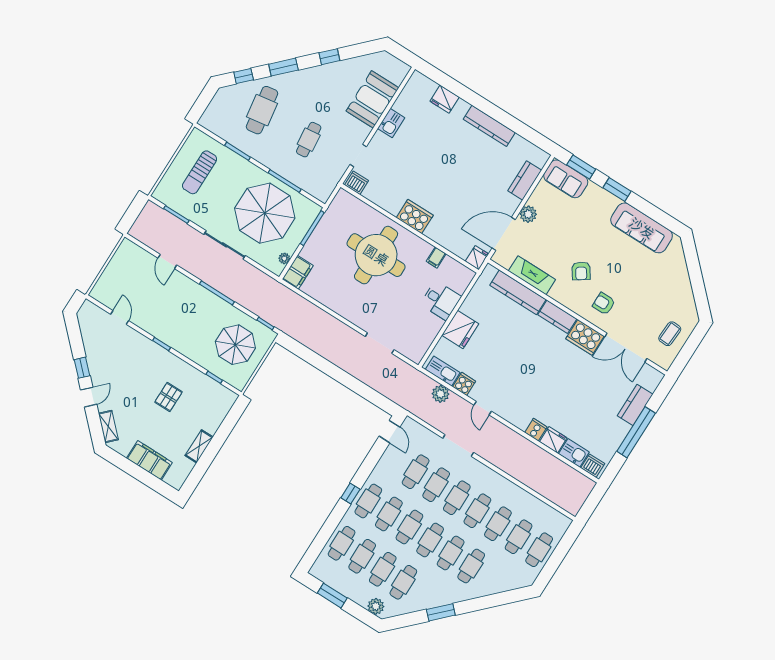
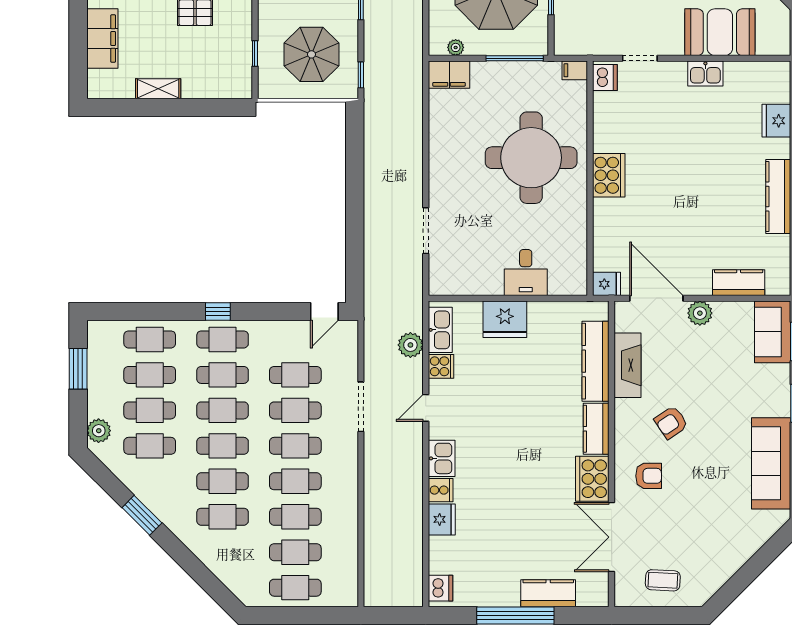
filing cabinet: (436, 258) -> (575, 70), moved
armchair: (604, 304) -> (649, 476), turned 90
kitchen sink: (574, 453) -> (442, 458), moved

